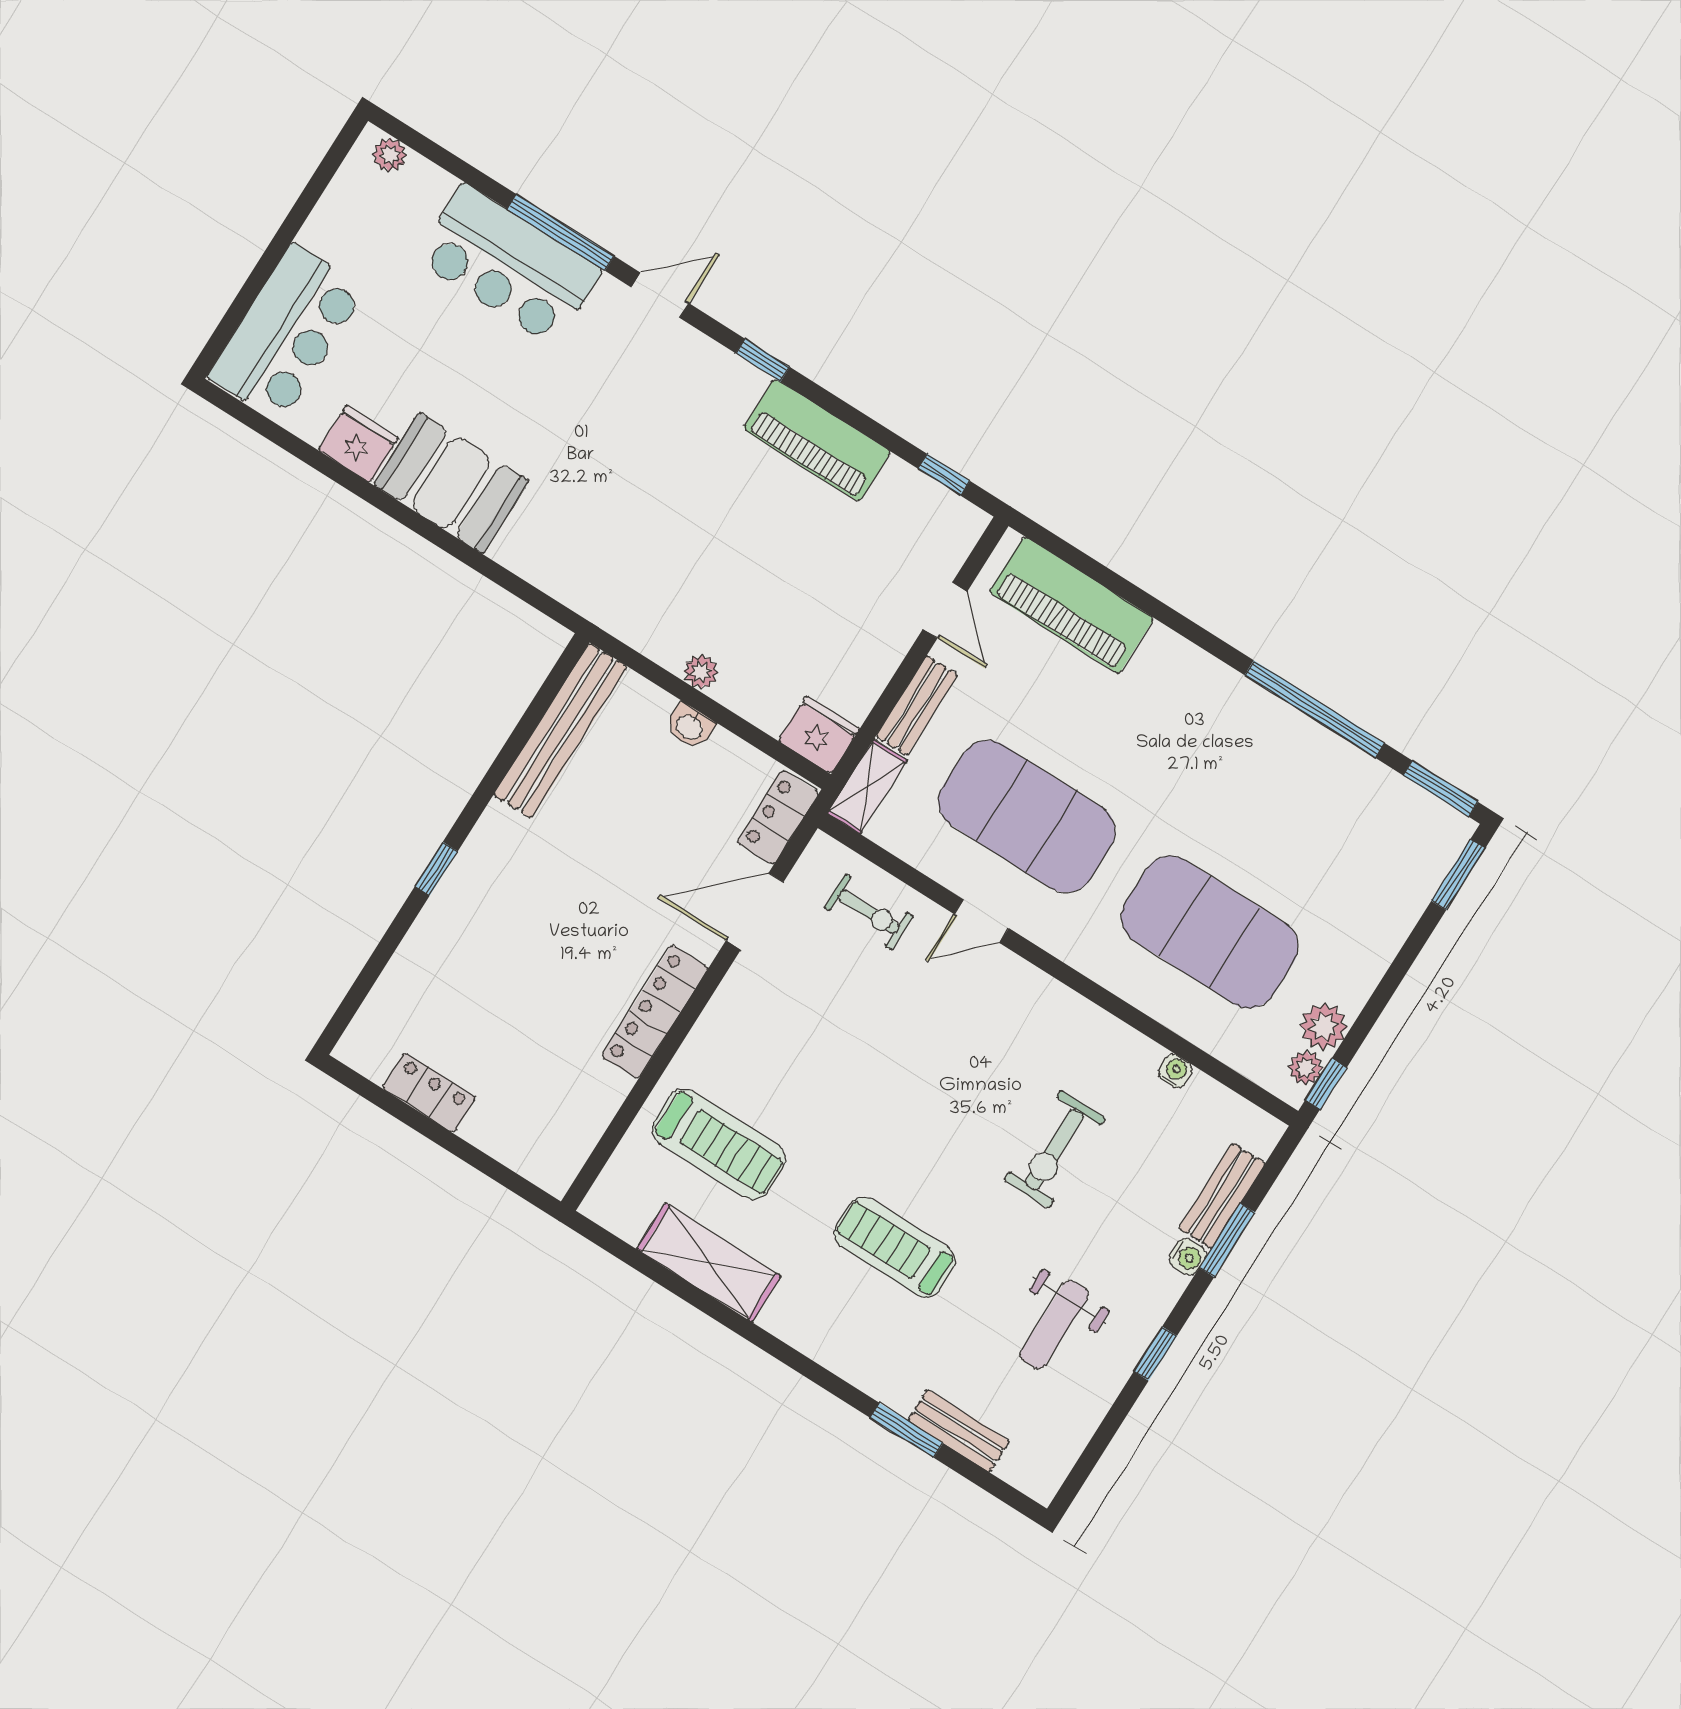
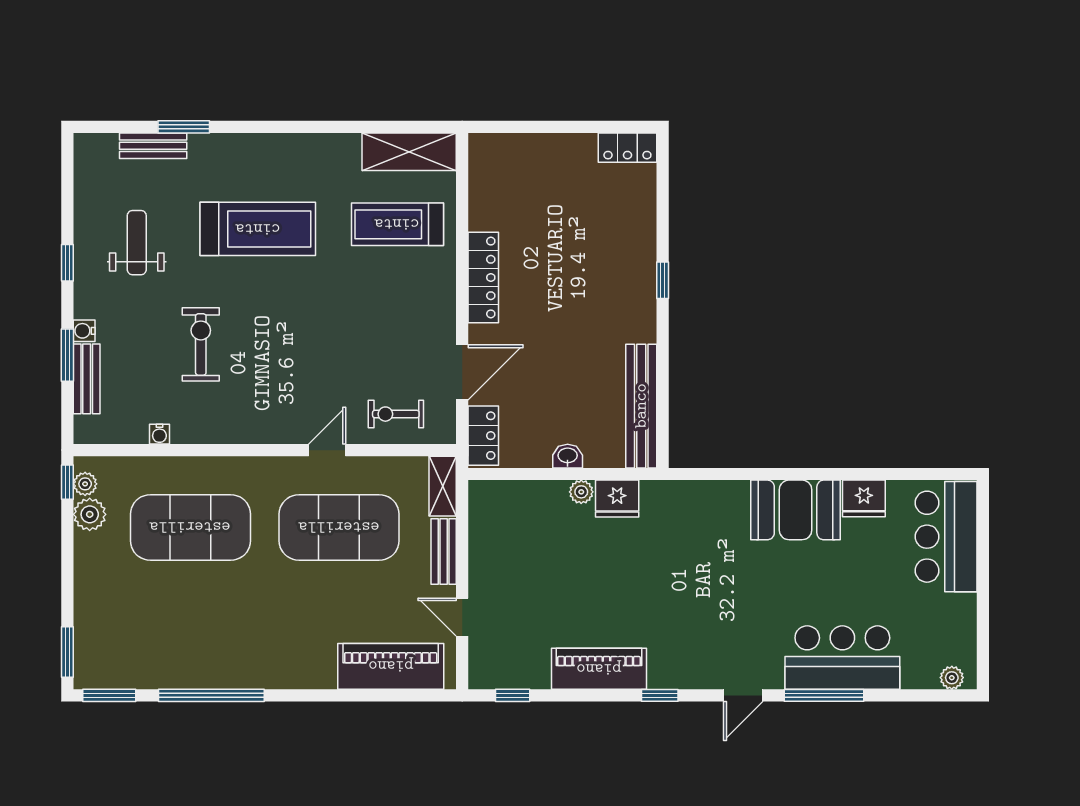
fridge: (819, 735) -> (617, 499), moved
locker: (429, 1093) -> (627, 148), moved
treadmill: (895, 1247) -> (258, 229), width x1.37, depth x1.38
shelving: (709, 1263) -> (409, 152), moved

